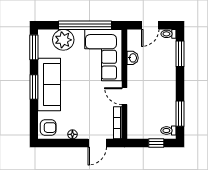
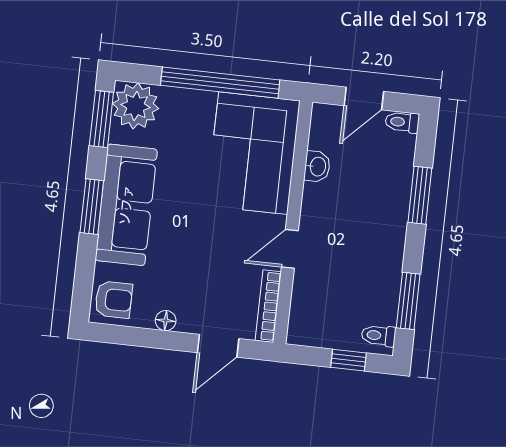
plant: (63, 40) -> (136, 106), moved
window: (180, 54) -> (420, 195), moved
door: (125, 96) -> (290, 249), hinge flipped

